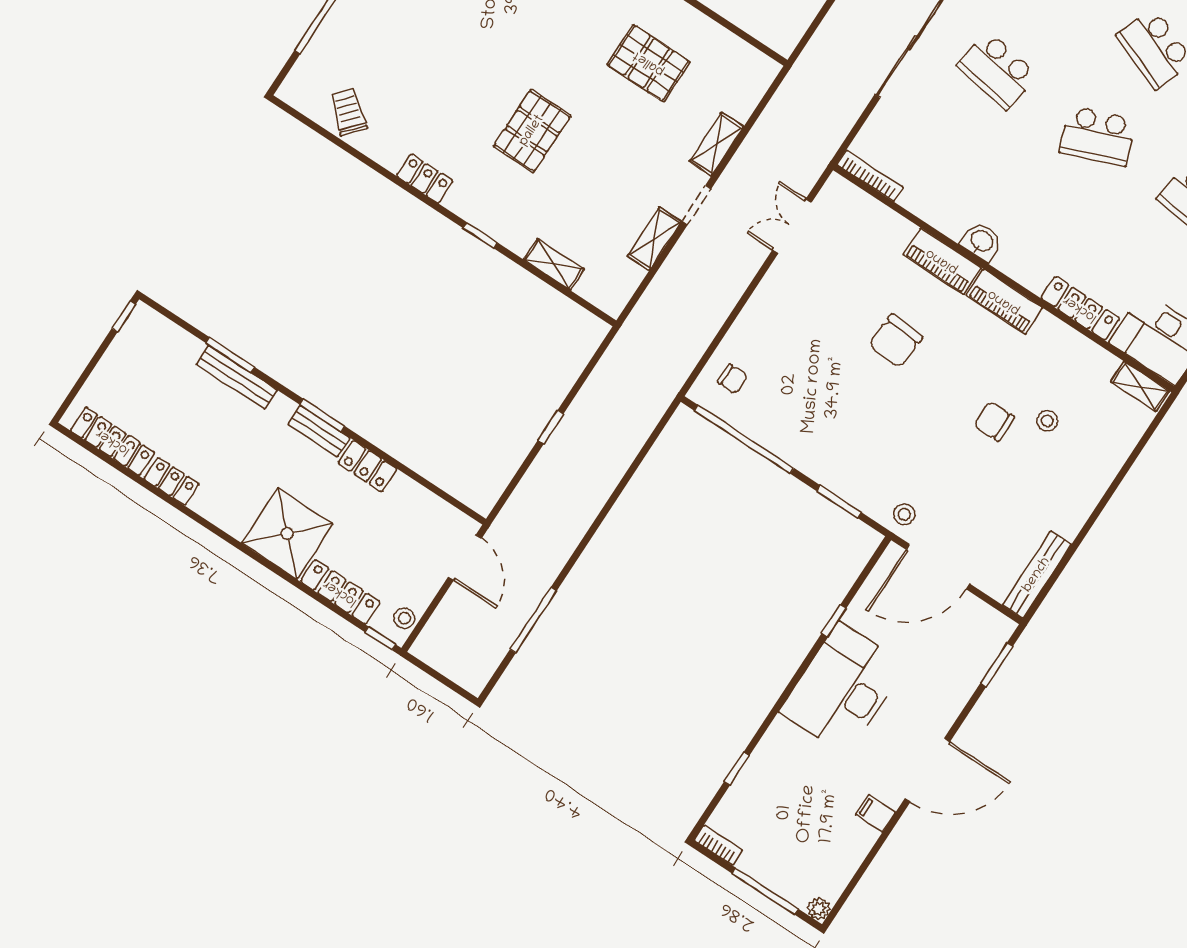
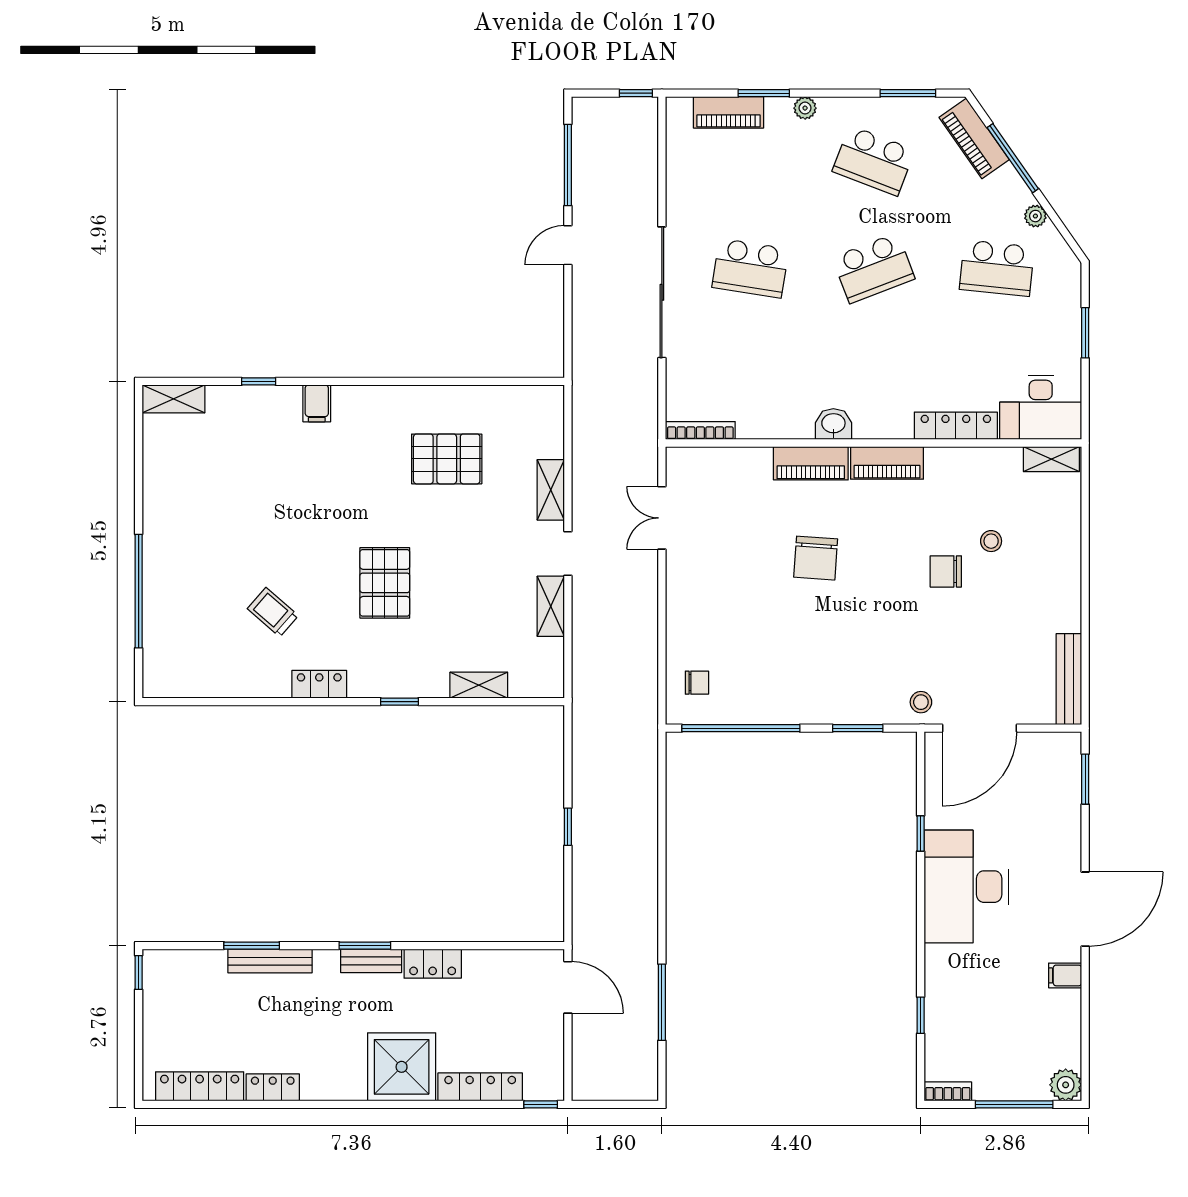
trolley: (348, 112) -> (273, 612), moved
stool: (404, 618) -> (550, 1074), removed
plant: (819, 909) -> (1066, 1085), width x1.38, depth x1.38

